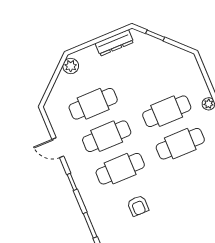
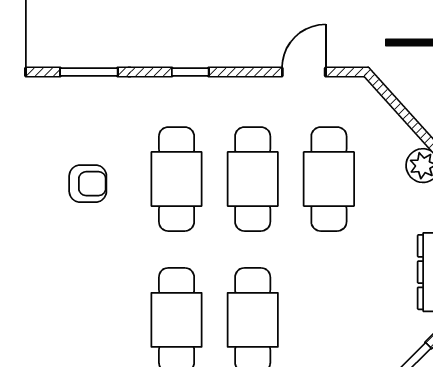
door: (58, 148) -> (304, 72), moved
armchair: (138, 206) -> (88, 184), turned 180

